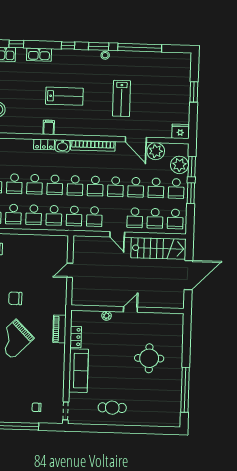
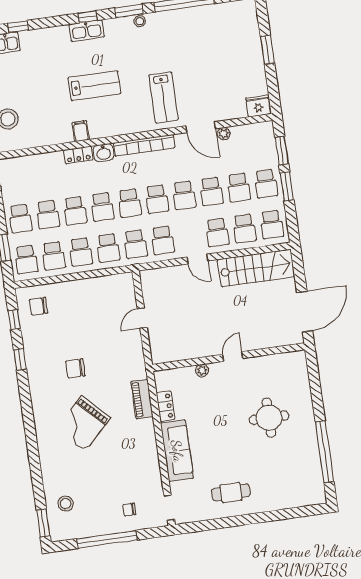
kitchen sink: (39, 55) -> (87, 31), moved
lab bench: (122, 98) -> (163, 97), moved
plant: (156, 151) -> (224, 134), width x0.53, depth x0.53
plant: (179, 165) -> (265, 151), removed
door: (188, 275) -> (305, 312), moved

